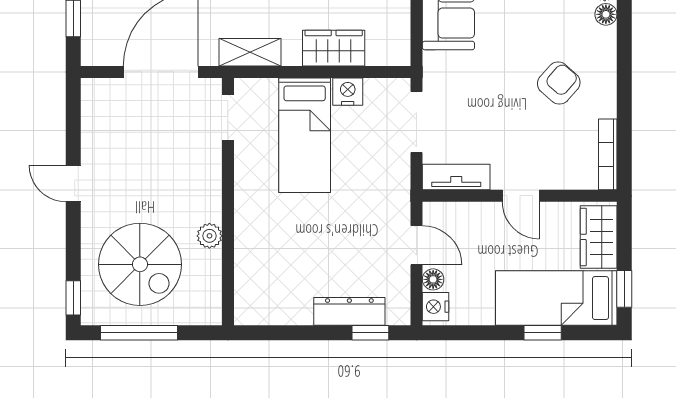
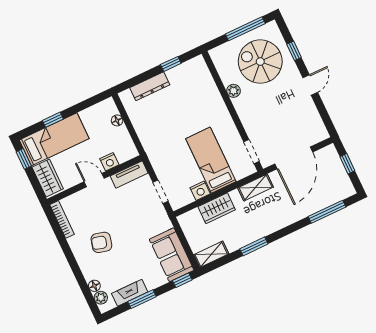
armchair: (559, 83) -> (101, 242), turned 64
doorway: (417, 122) -> (160, 192), width x0.73
door: (73, 184) -> (310, 85), hinge flipped
door: (417, 245) -> (133, 133), removed
window: (73, 298) -> (294, 51), moved
nightstand: (436, 307) -> (109, 162), moved, turned 90
window: (370, 333) -> (171, 64), moved

